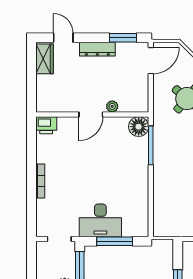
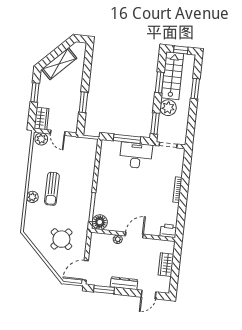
door: (63, 38) -> (149, 295), hinge flipped
wardrobe: (45, 59) -> (166, 265), moved

